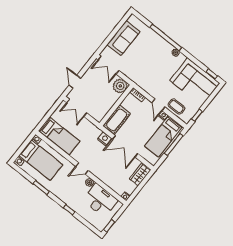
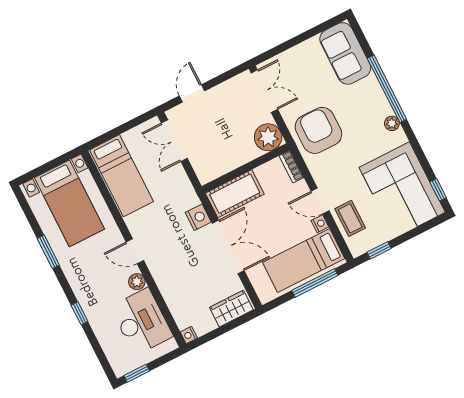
sofa: (123, 38) -> (345, 53), moved, turned 90
double door: (108, 65) -> (264, 91), swing flipped
armchair: (142, 72) -> (318, 130), added
door: (158, 105) -> (320, 201), hinge flipped
double door: (125, 146) -> (228, 247), swing flipped

